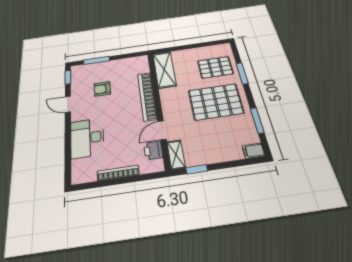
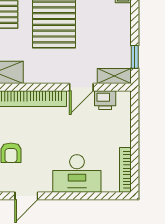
door: (162, 130) -> (81, 87), hinge flipped
bookcase: (118, 173) -> (125, 170), moved

